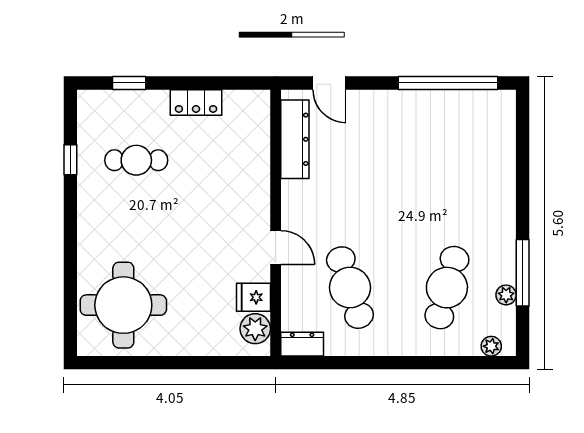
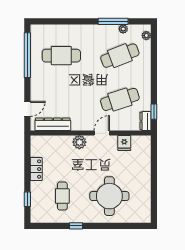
cafe table: (447, 158) -> (61, 56), added
window: (70, 160) -> (76, 226), moved
cafe table: (447, 288) -> (120, 56), turned -36
round table: (123, 305) -> (109, 196), moved
plant: (255, 329) -> (79, 142), moved
window: (323, 363) -> (154, 112), added

